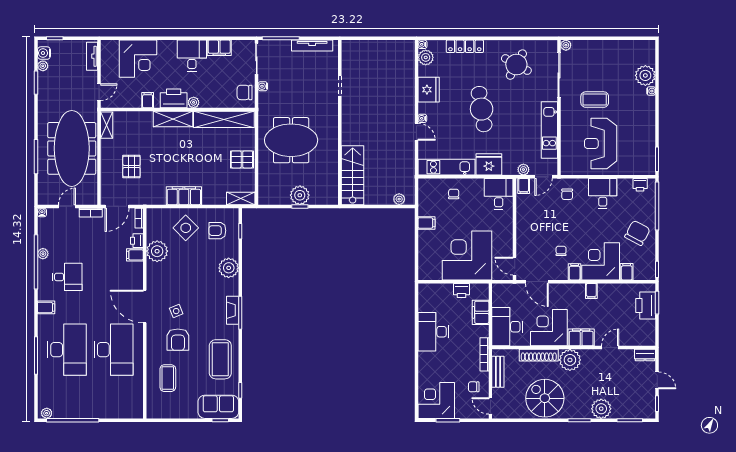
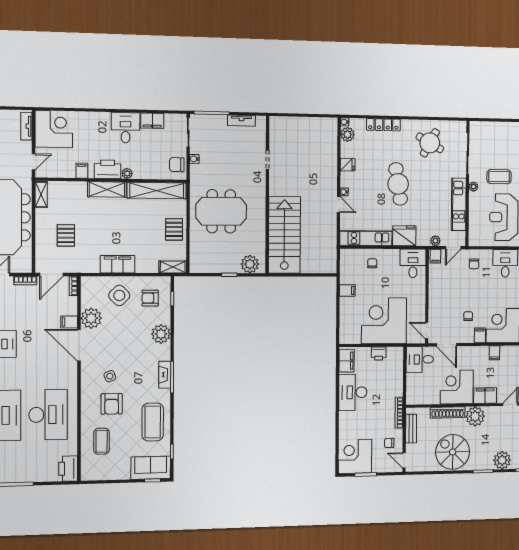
tv unit: (312, 45) -> (241, 121), width x0.71
plant: (566, 45) -> (474, 187), moved
corner desk: (138, 59) -> (54, 129), moved, turned -90
fridge: (429, 90) -> (348, 165), width x0.53, depth x0.75
pallet: (242, 159) -> (174, 229), turned 90
stairs: (353, 175) -> (284, 235), width x1.36, depth x1.51
plant: (300, 195) -> (250, 264), moved
plant: (399, 199) -> (322, 268), removed
printer: (137, 241) -> (68, 469), moved, width x1.87, depth x1.48
door: (145, 307) -> (79, 345), moved
filing cabinet: (481, 312) -> (347, 361), moved, turned 180
desk: (507, 327) -> (420, 359), moved, width x0.73

